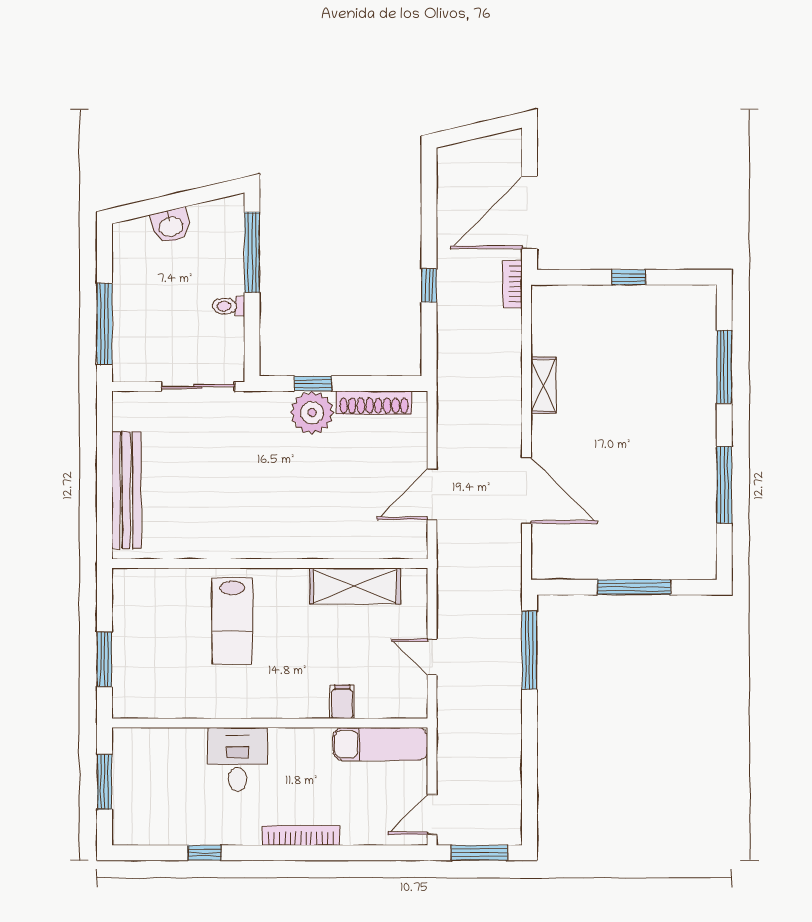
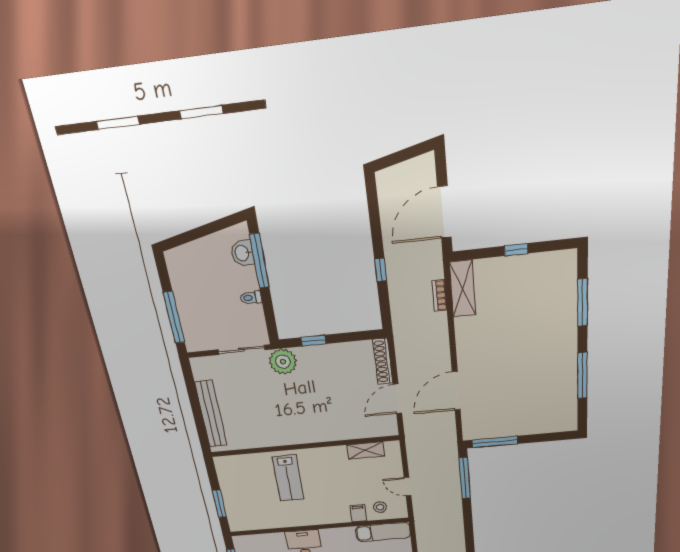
washbasin: (171, 226) -> (242, 253), moved, turned 103
bookcase: (513, 284) -> (439, 296), moved
shelving: (543, 385) -> (463, 289), moved, width x1.50, depth x1.33
shoe rack: (374, 403) -> (383, 361), moved, turned 90
plant: (312, 413) -> (283, 362), moved
door: (526, 490) -> (456, 391), swing flipped
shelving: (355, 586) -> (366, 450), width x0.67, depth x0.75
window: (634, 587) -> (495, 442), moved
stool: (381, 693) -> (380, 507), added

